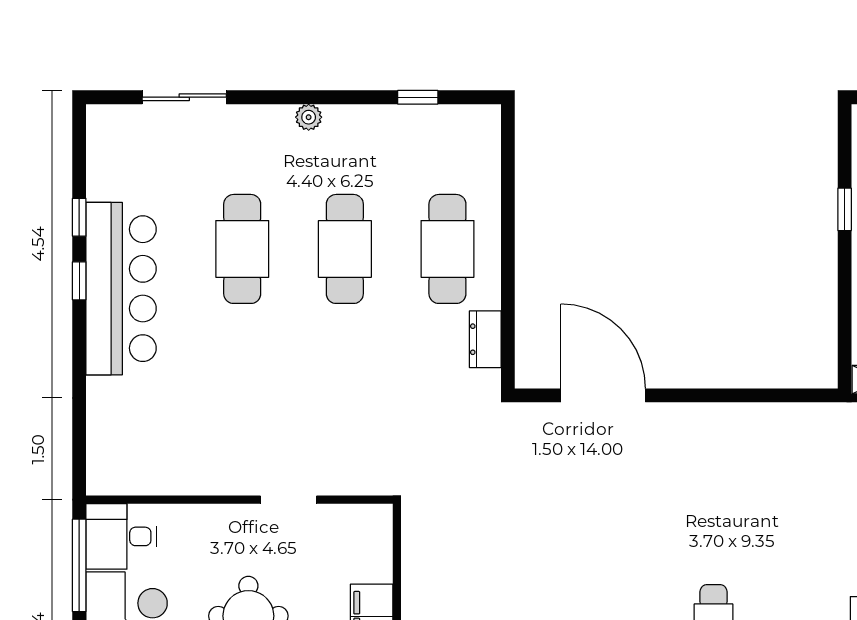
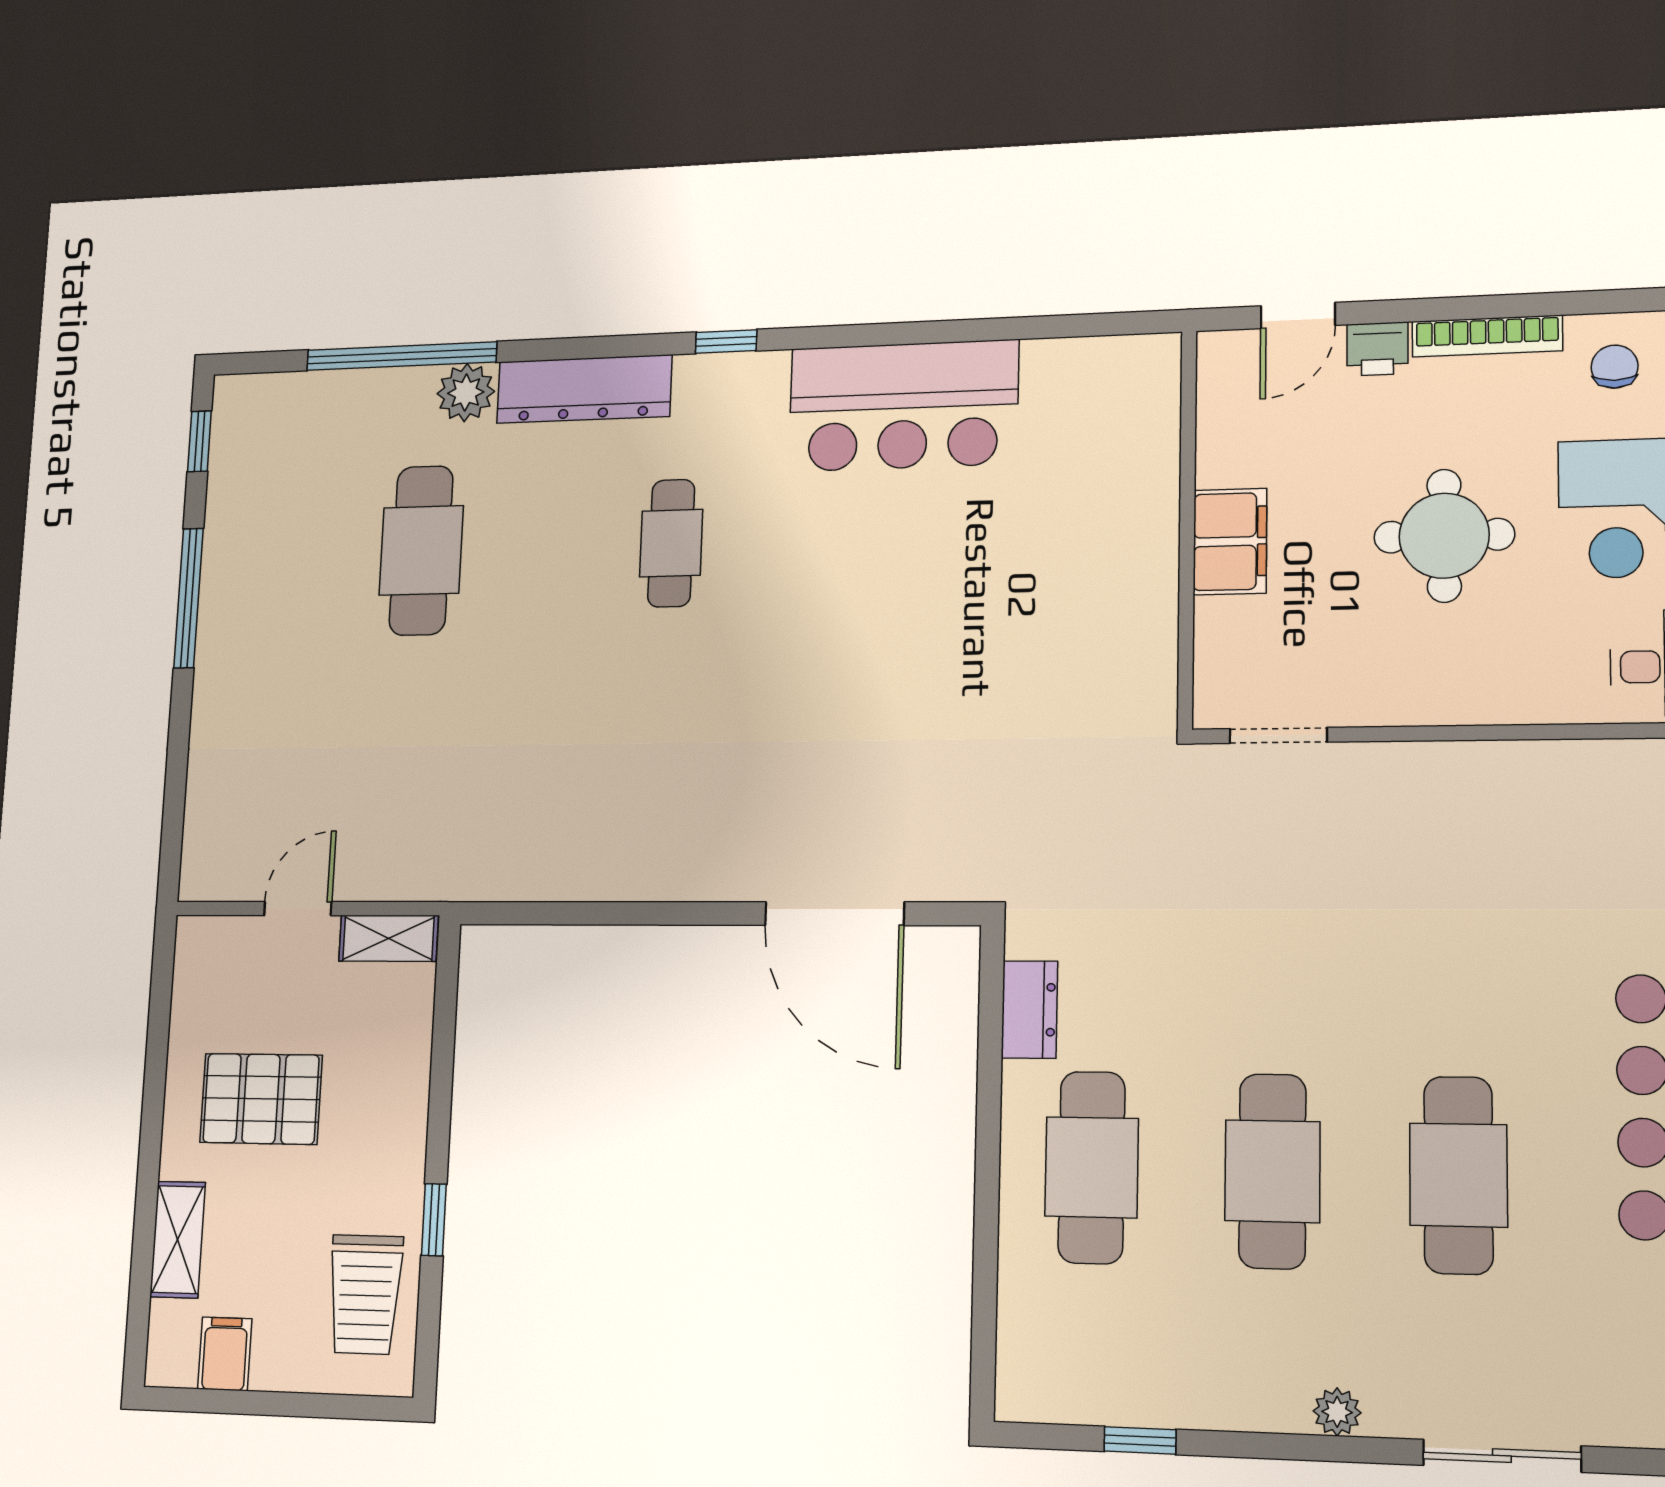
sliding door: (184, 97) -> (1502, 1456), moved
doorway: (288, 500) -> (1278, 735), moved

